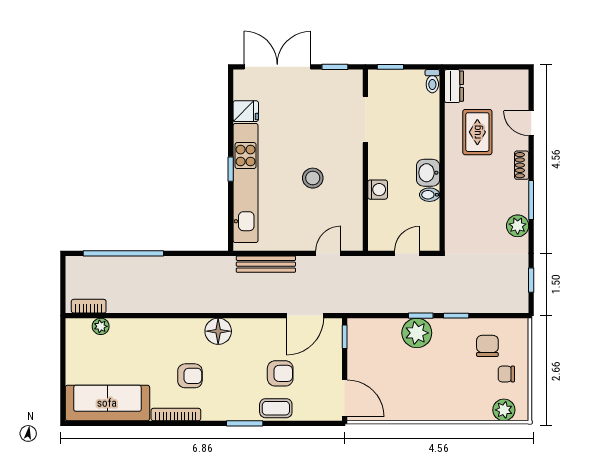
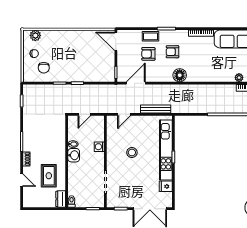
plant: (518, 226) -> (28, 128), removed
plant: (417, 333) -> (79, 74), removed
armchair: (190, 376) -> (172, 52), moved

